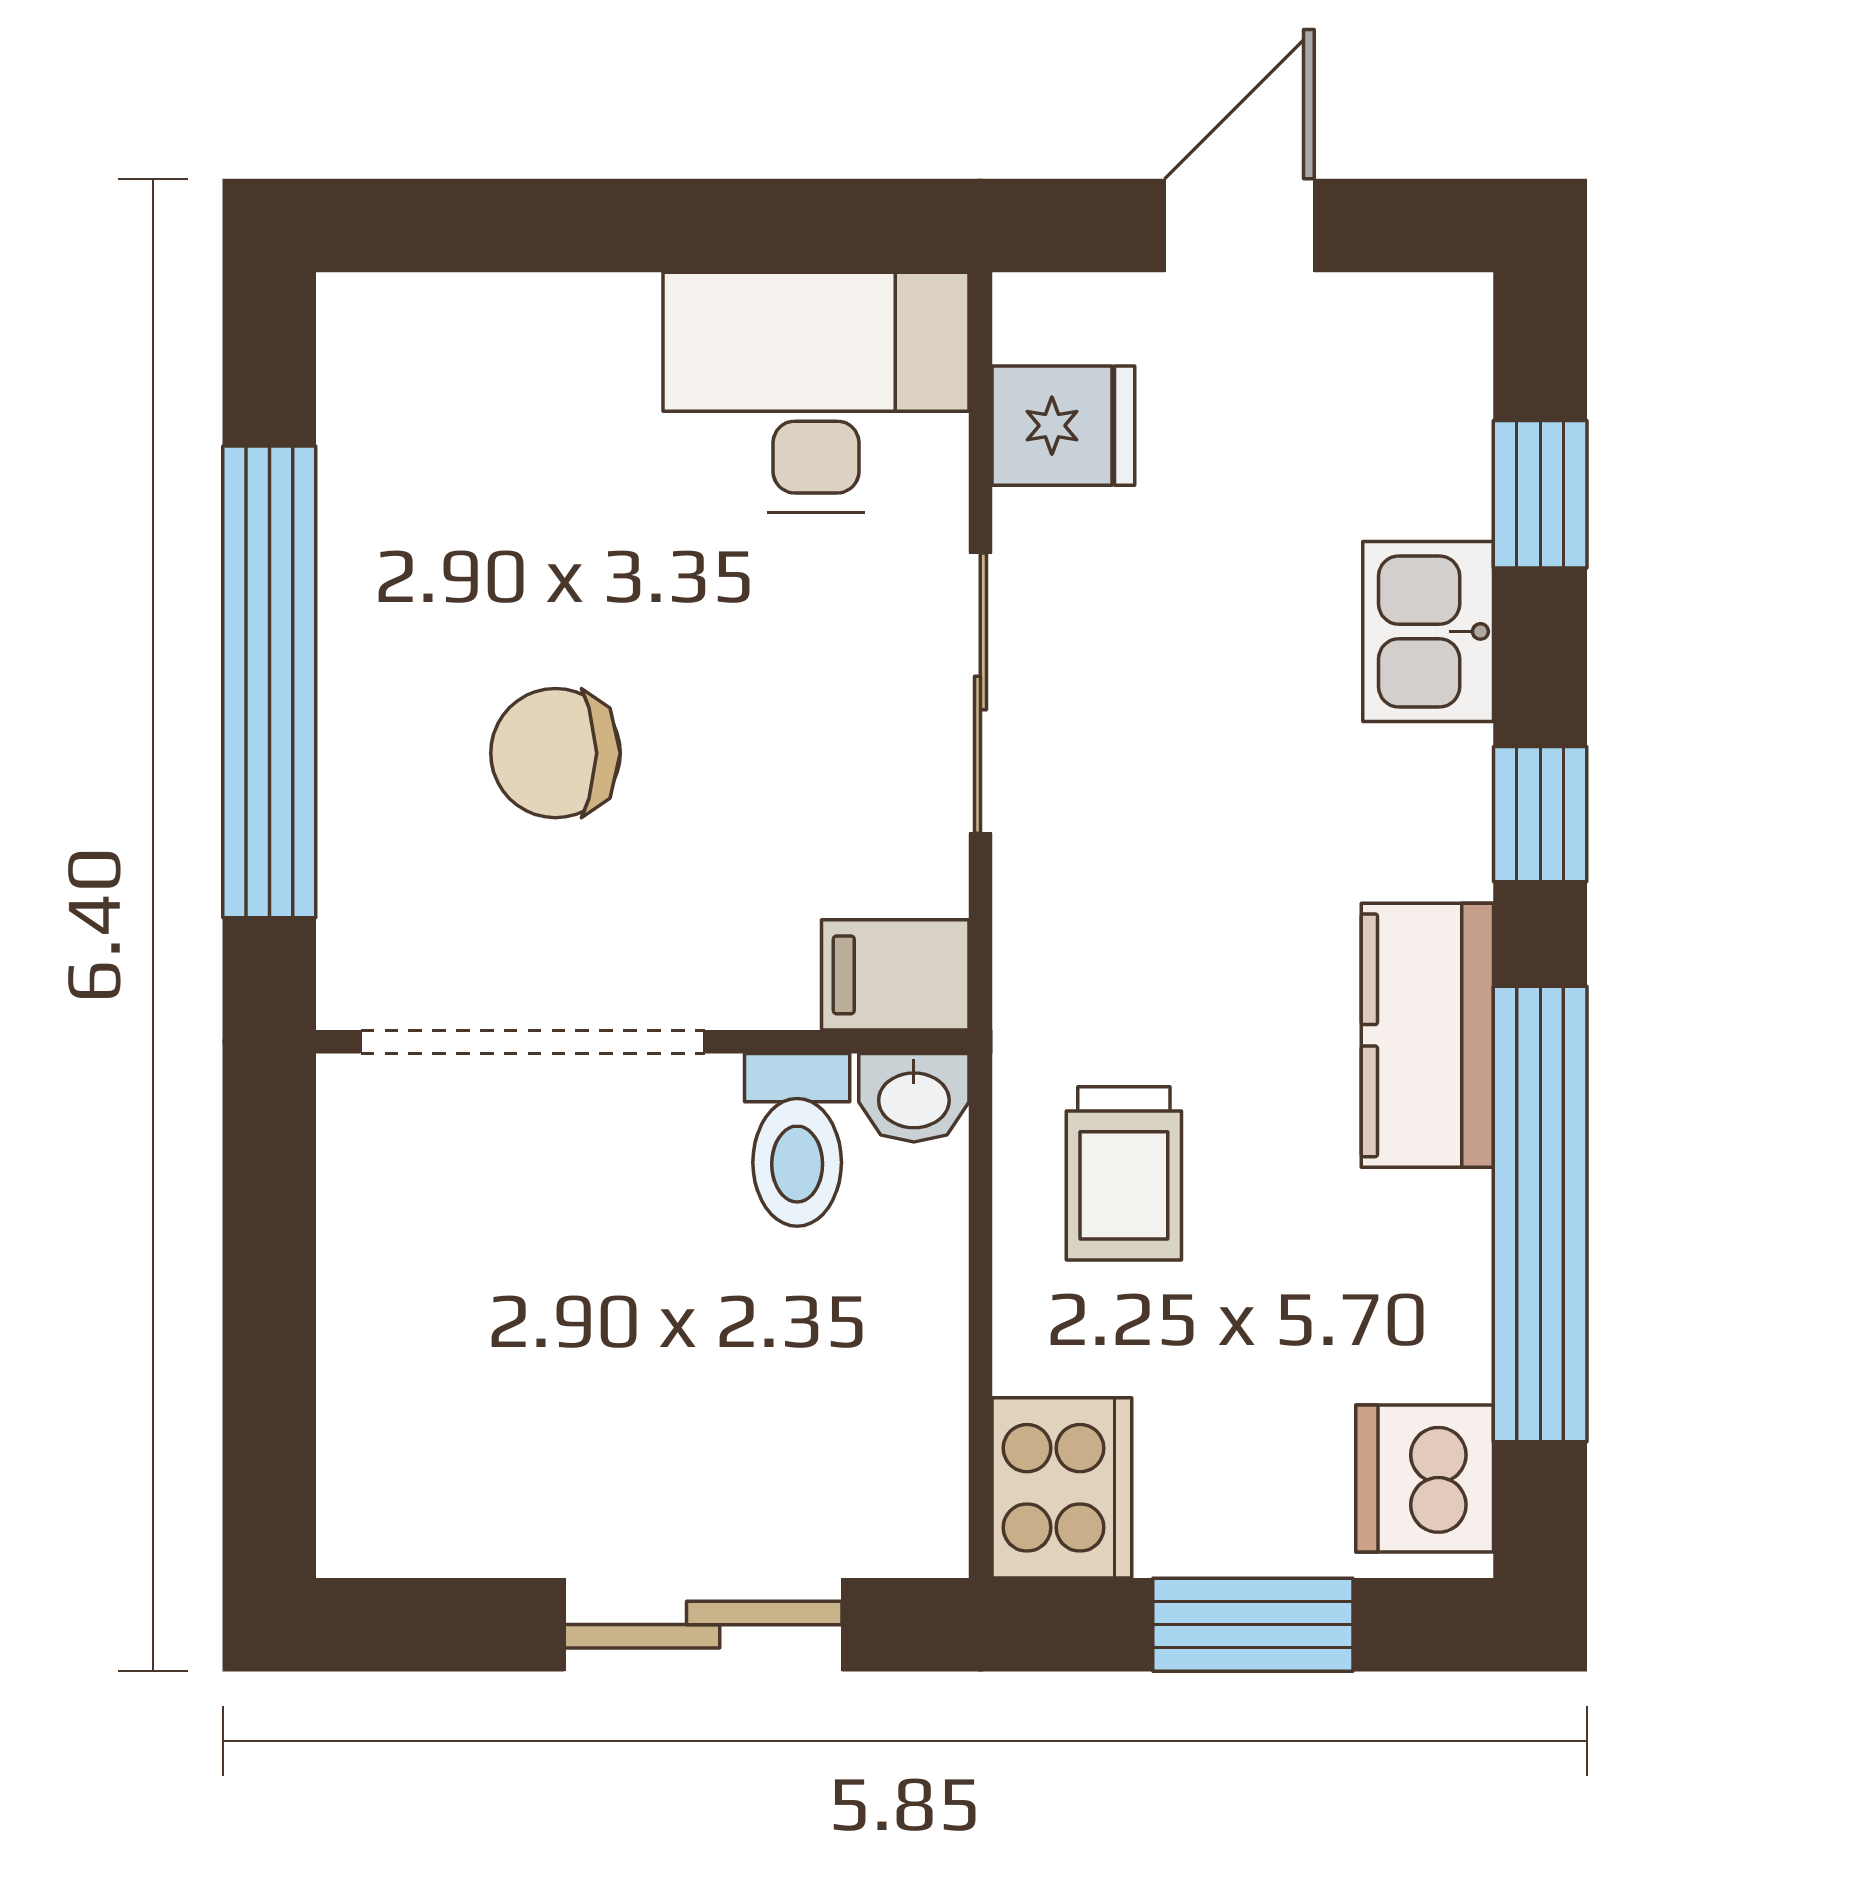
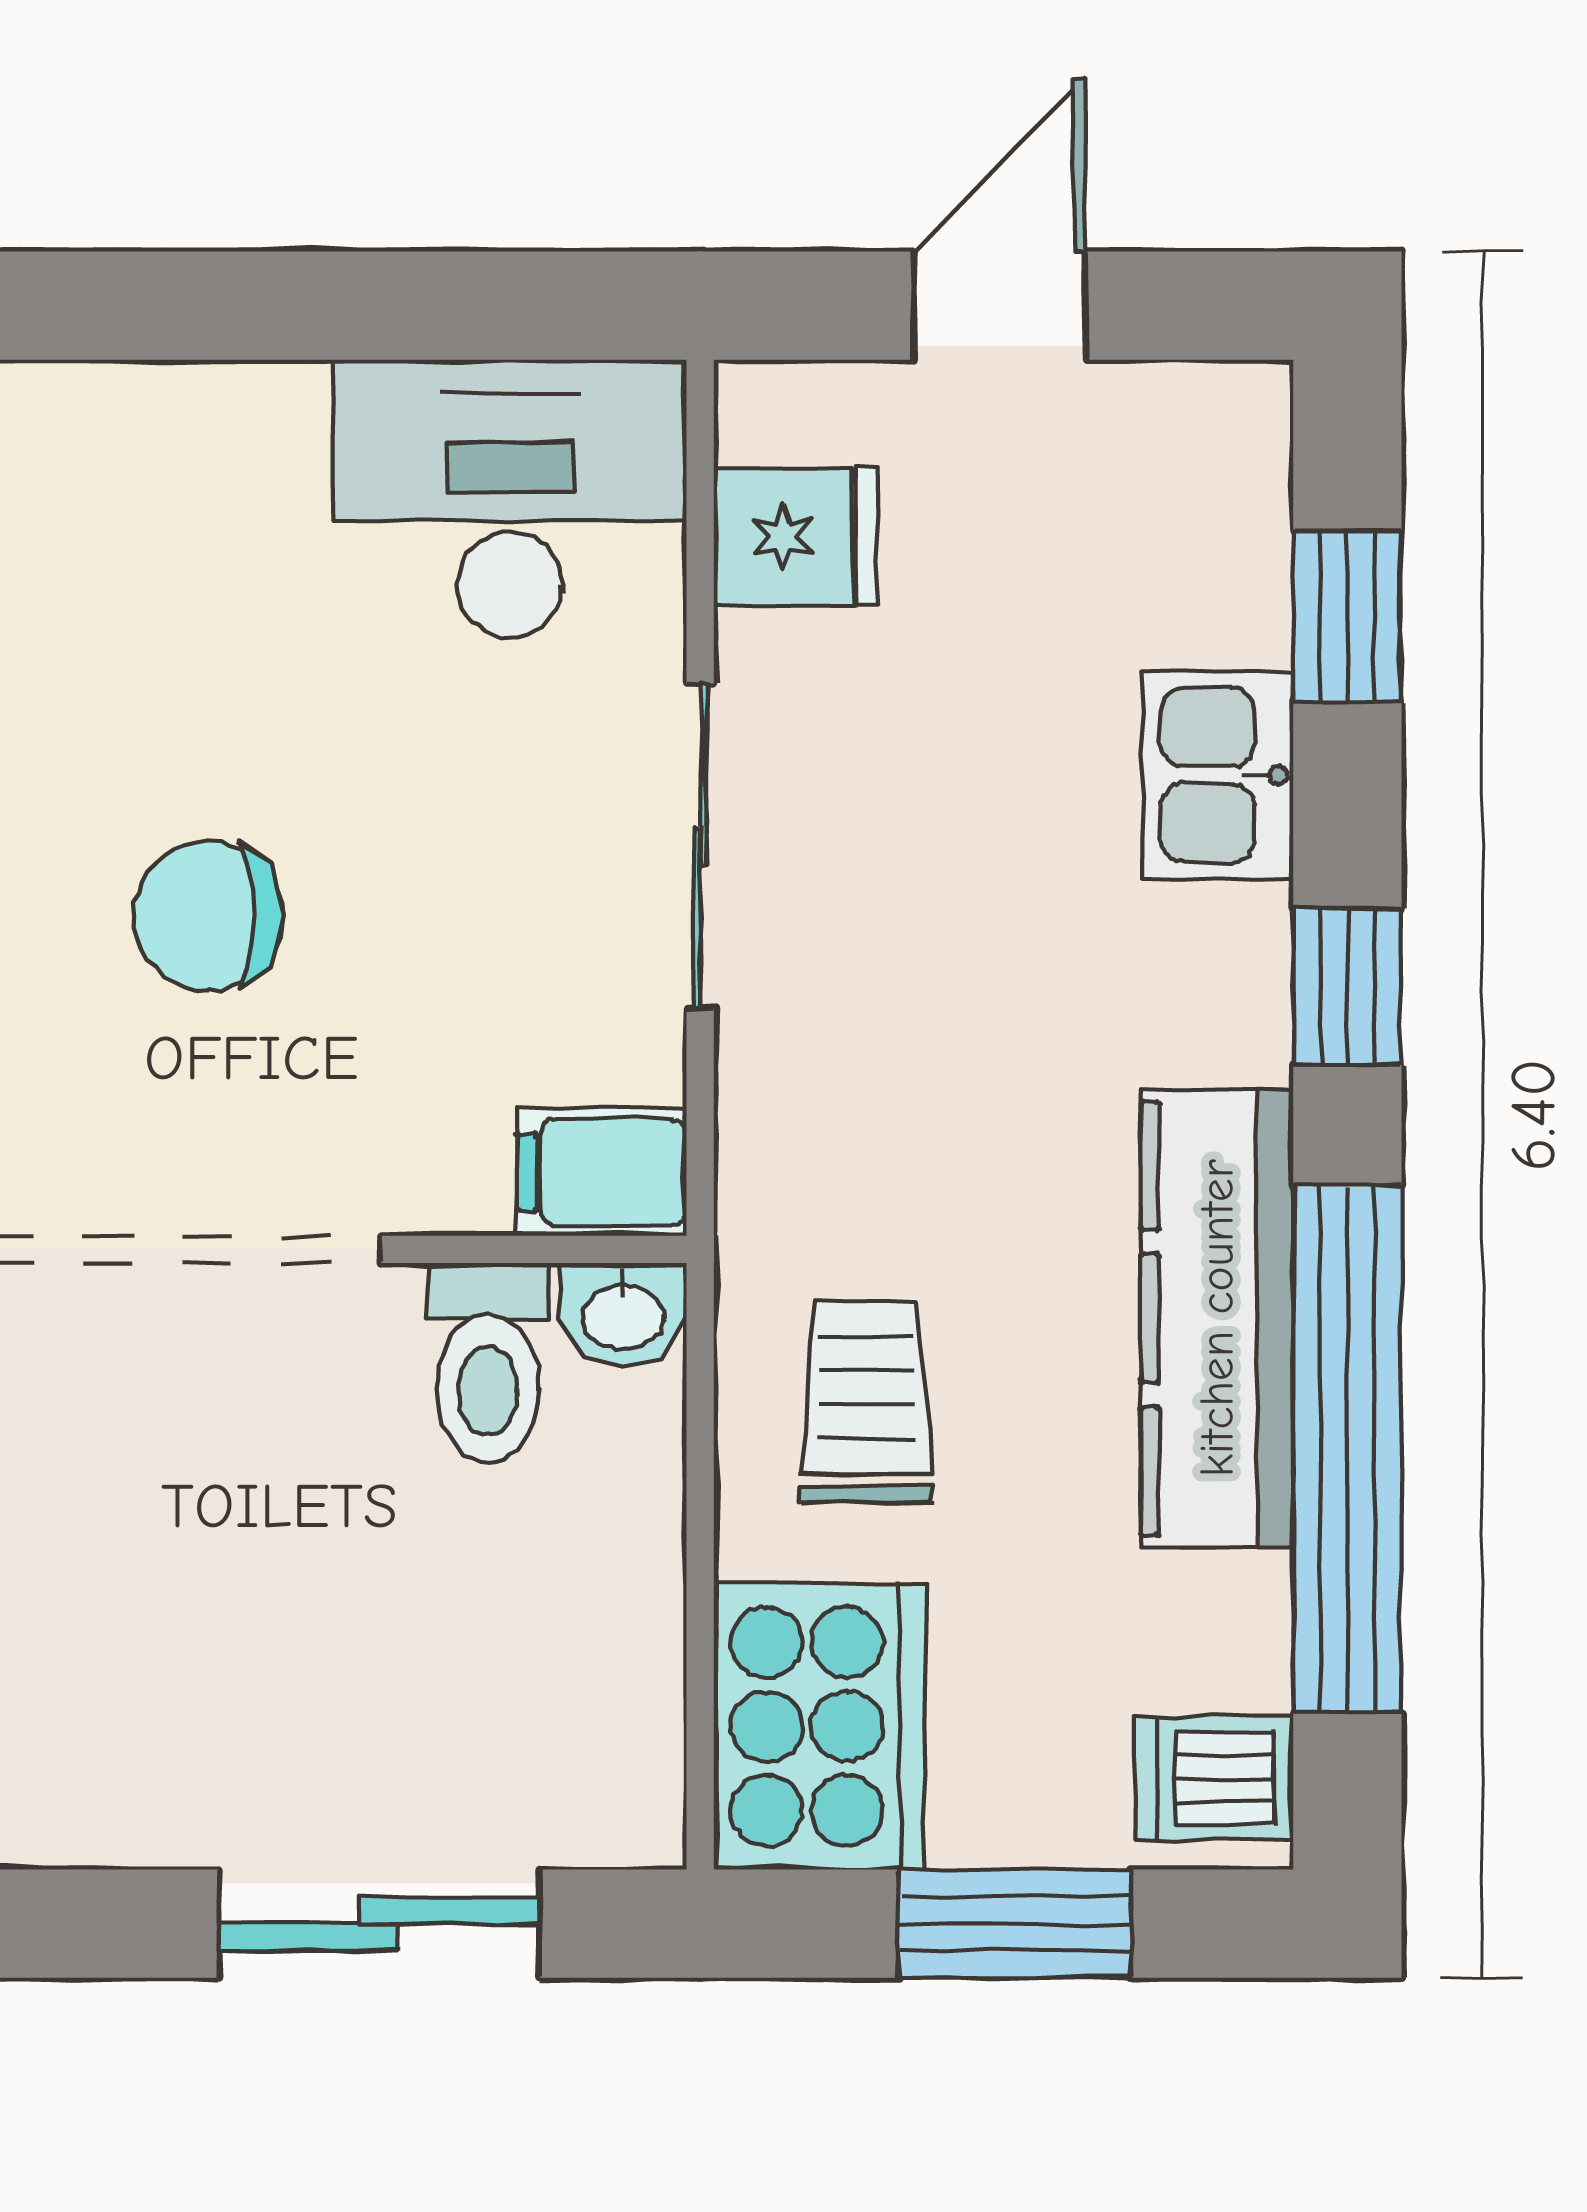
kitchen counter: (1427, 1035) -> (1217, 1318), width x1.50
trolley: (1124, 1173) -> (866, 1402), turned 180
dishwasher: (1425, 1478) -> (1214, 1778), width x0.73
cooker: (1062, 1488) -> (819, 1726), width x1.37, depth x1.31

